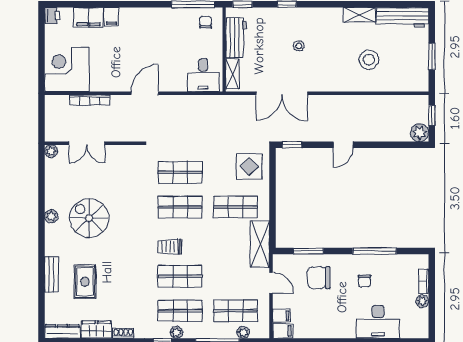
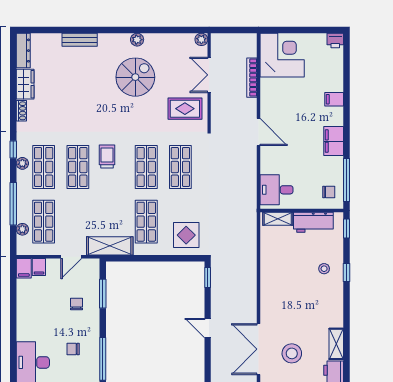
filing cabinet: (88, 17) -> (334, 141), moved
stool: (299, 46) -> (324, 269), moved
double door: (282, 93) -> (259, 349), moved
chair: (319, 278) -> (76, 304), width x0.54, depth x0.54
rug: (85, 282) -> (185, 109), moved

